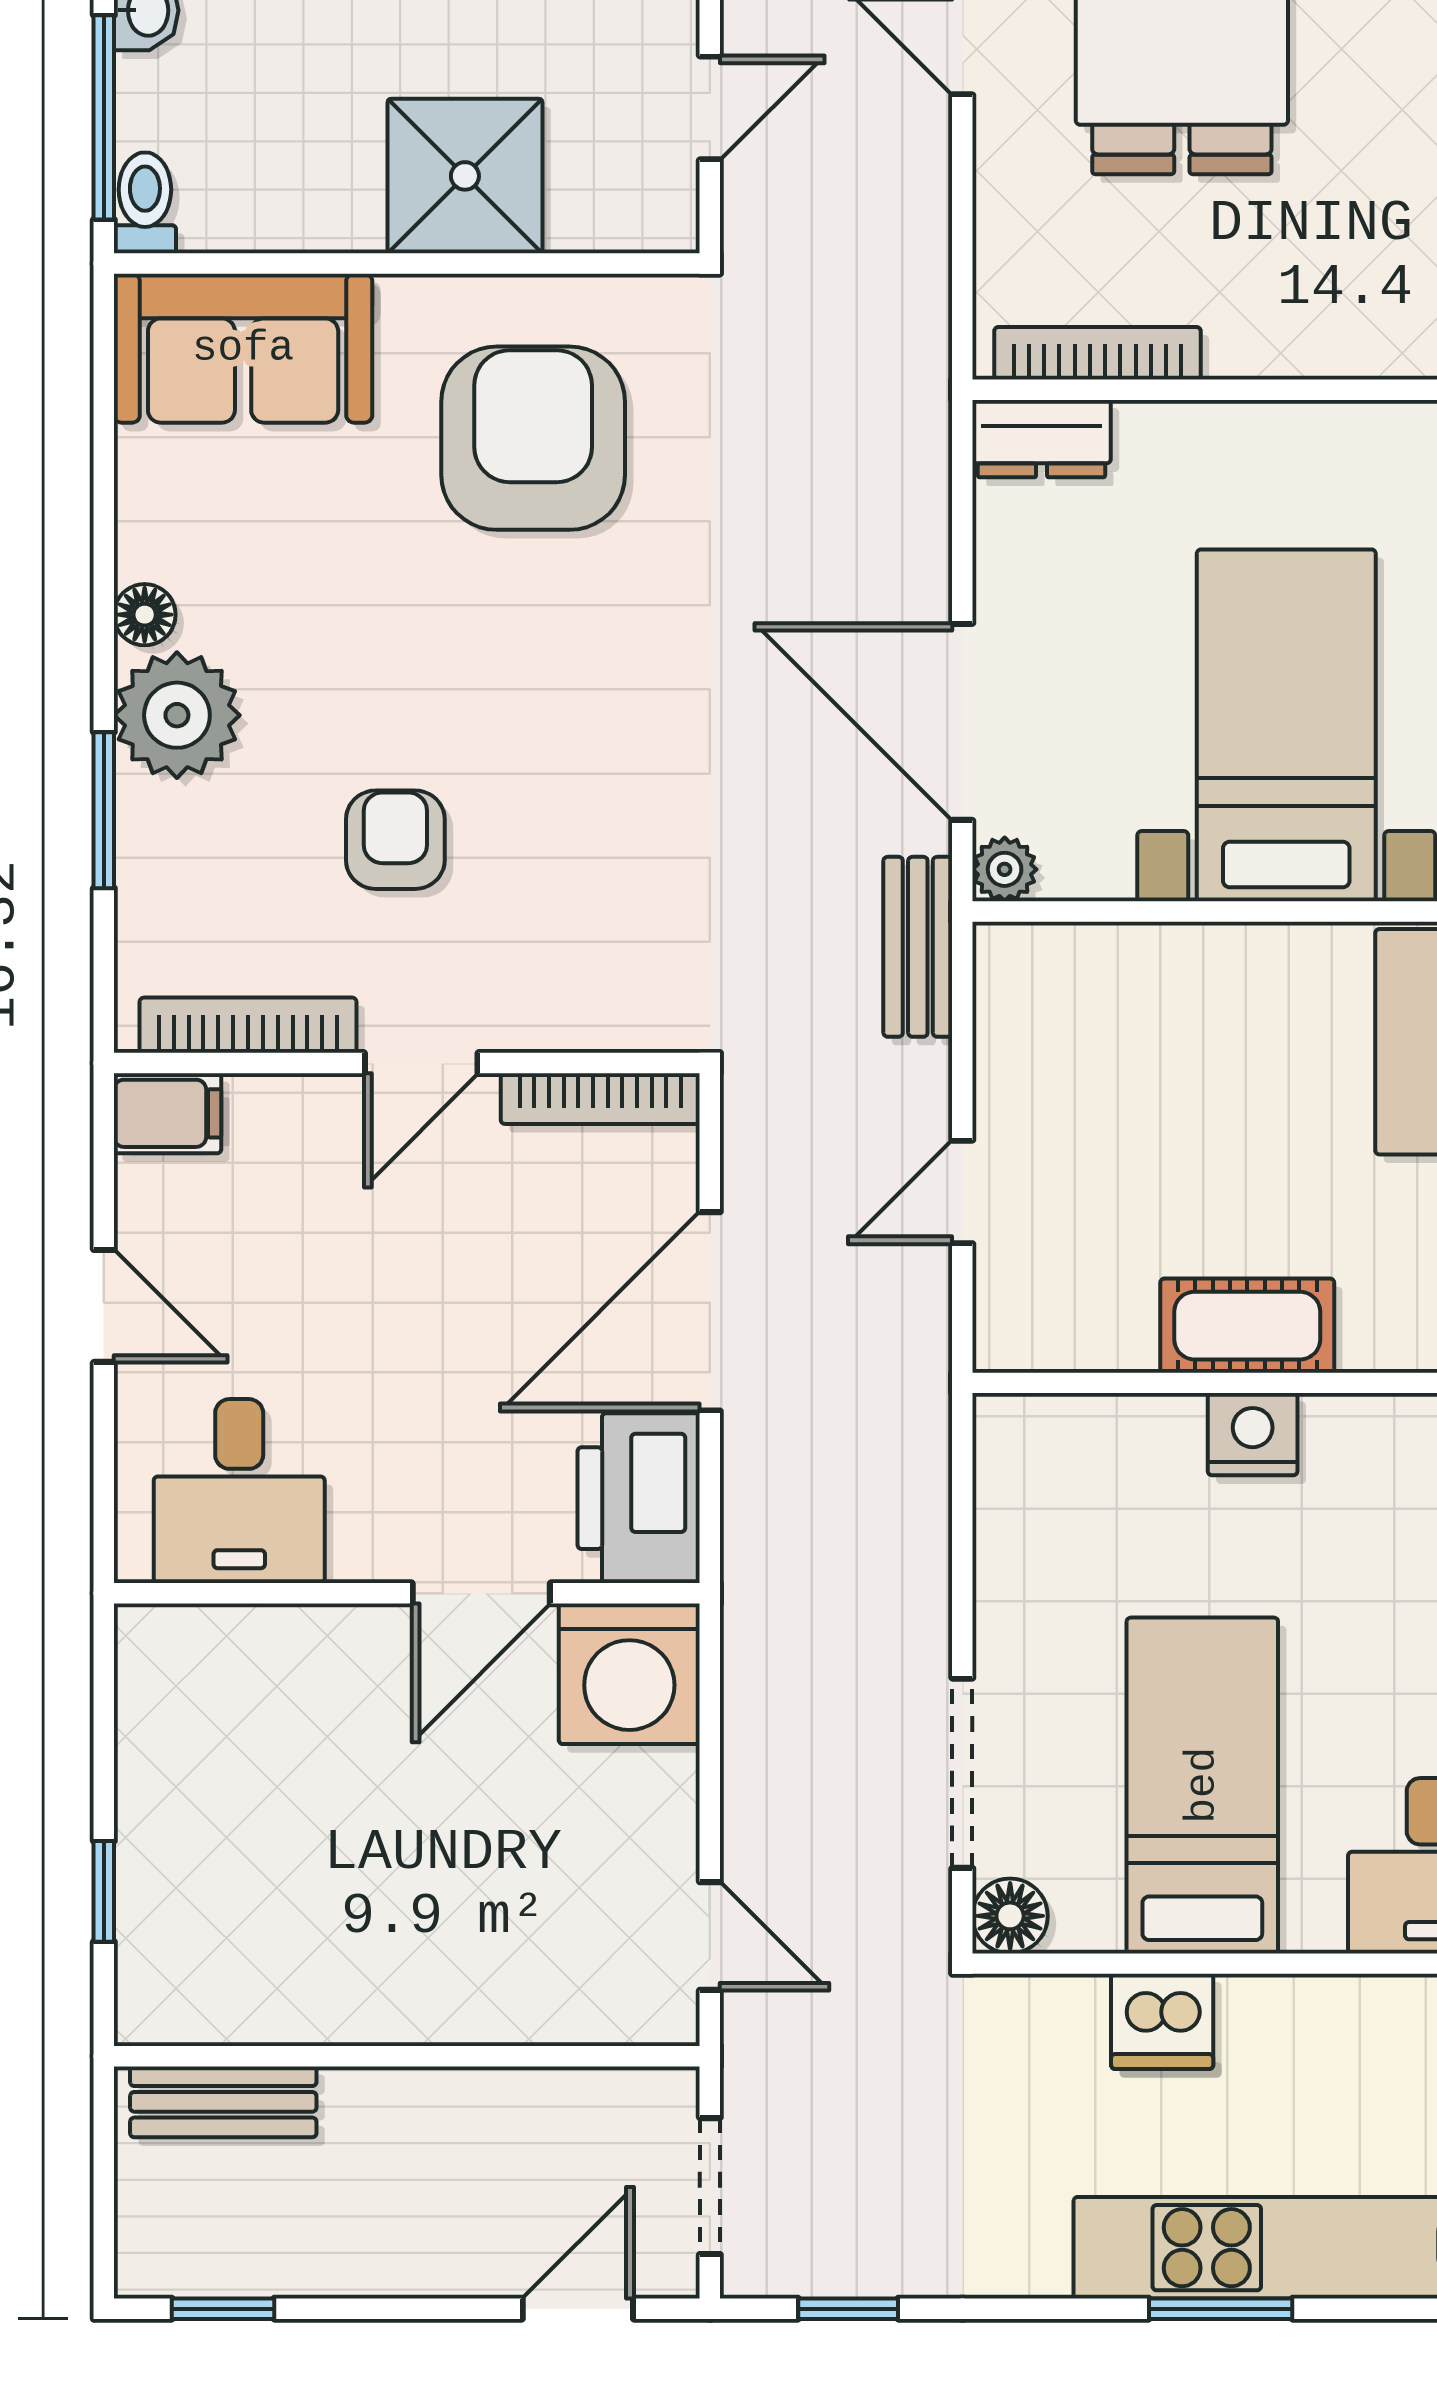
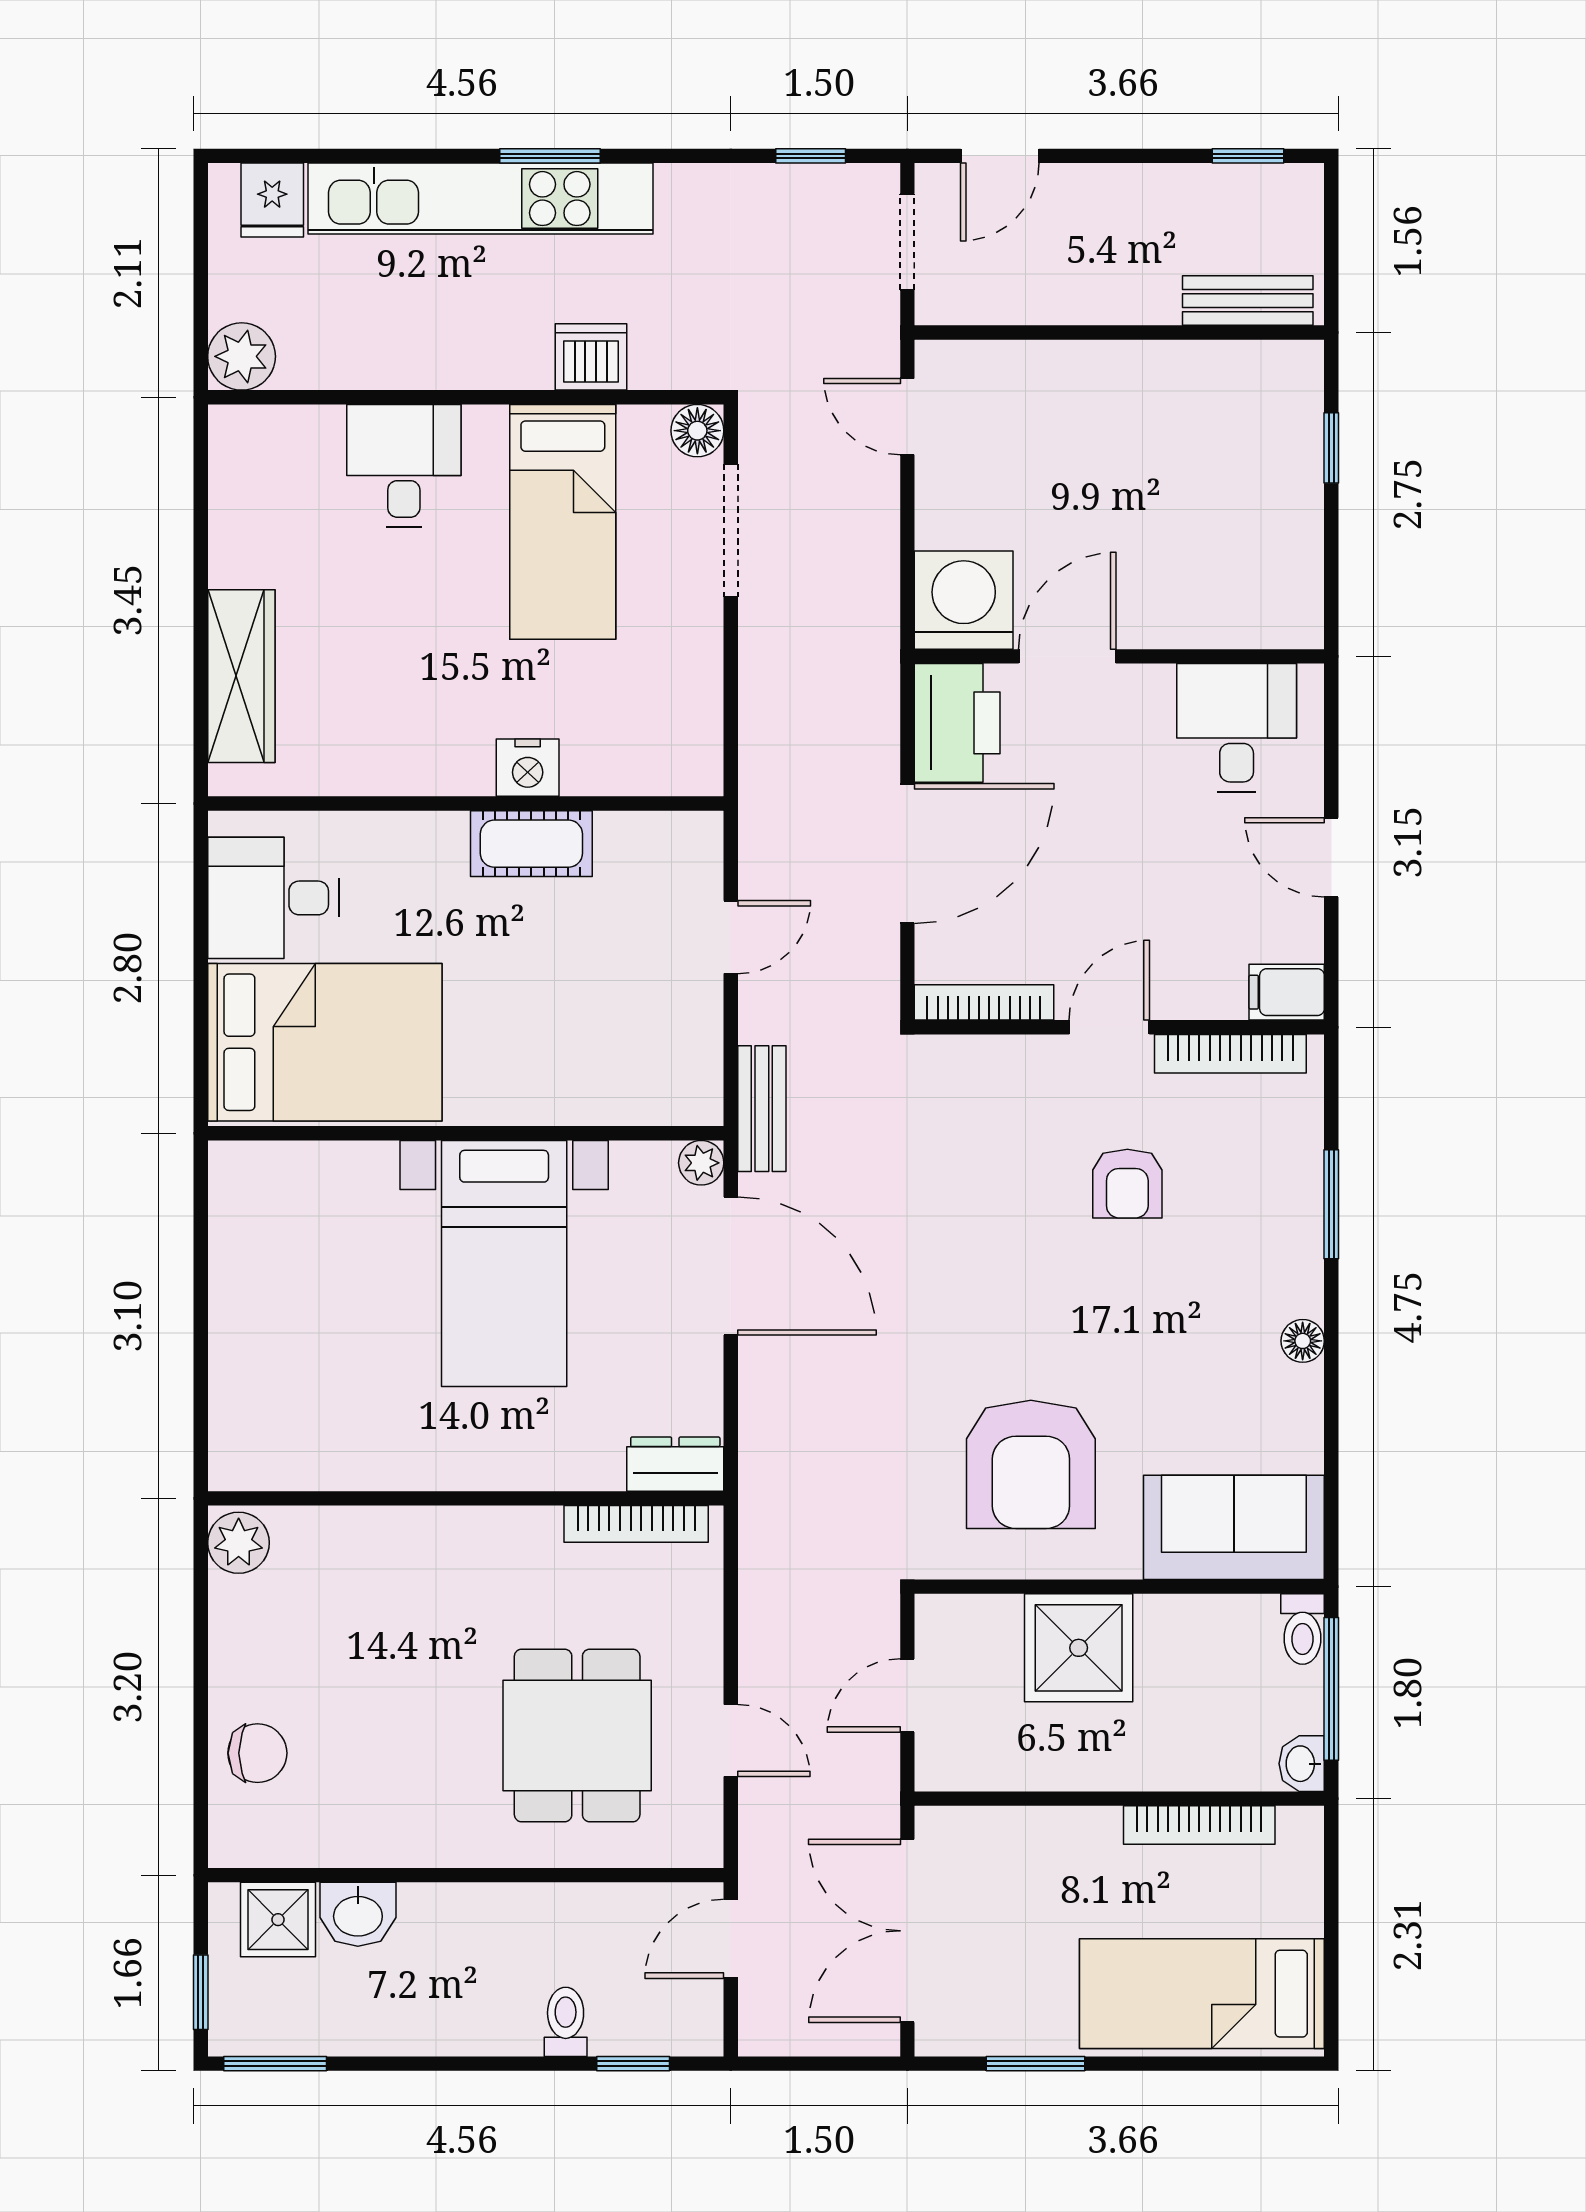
plant: (177, 715) -> (1280, 1271), removed

